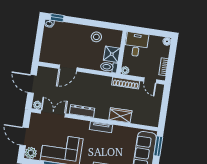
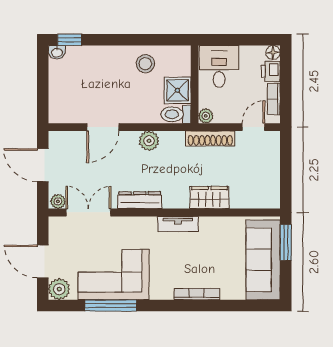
printer: (164, 52) -> (271, 71), added
plant: (92, 79) -> (149, 141), added
door: (150, 80) -> (253, 127), swing flipped

